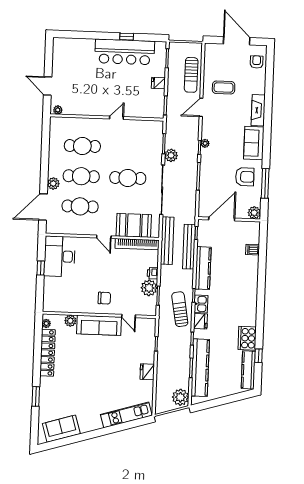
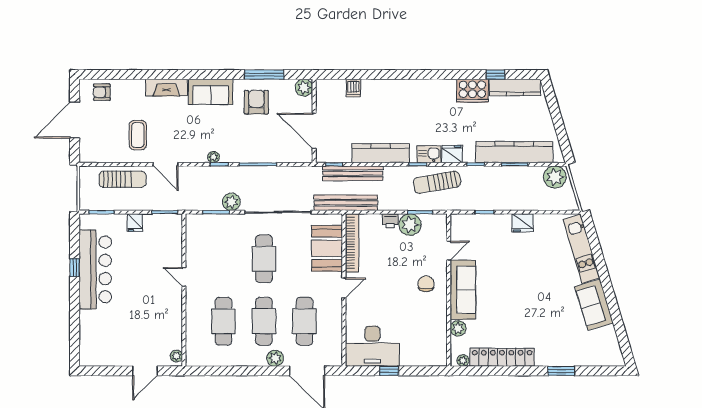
sofa: (61, 429) -> (594, 305), moved

